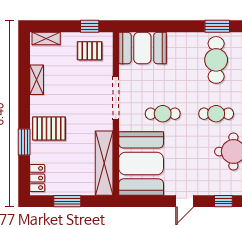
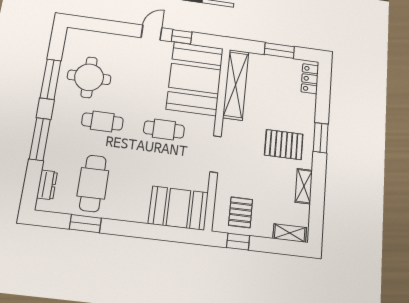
pallet: (90, 51) -> (241, 212), turned 90
doorway: (116, 98) -> (216, 154), width x0.73
pallet: (49, 129) -> (284, 145), moved
window: (24, 142) -> (321, 138), moved
window: (223, 201) -> (182, 37), moved

